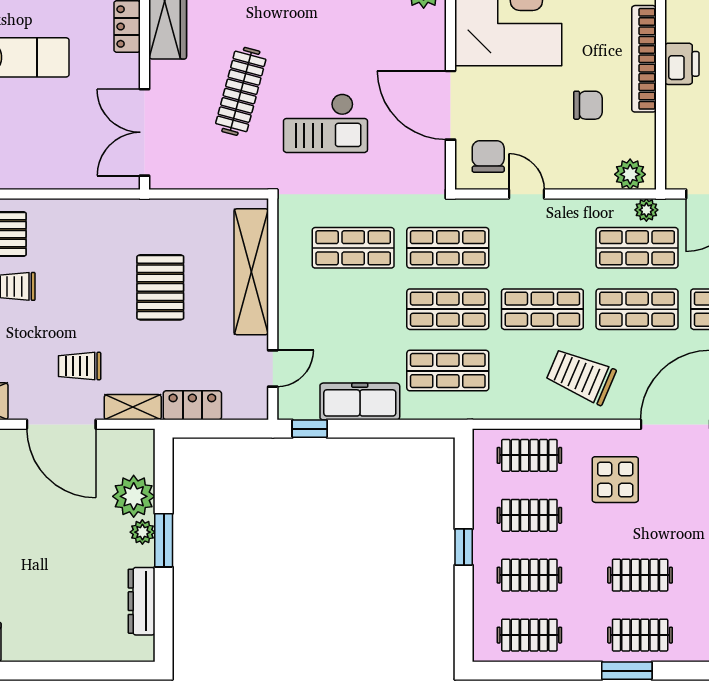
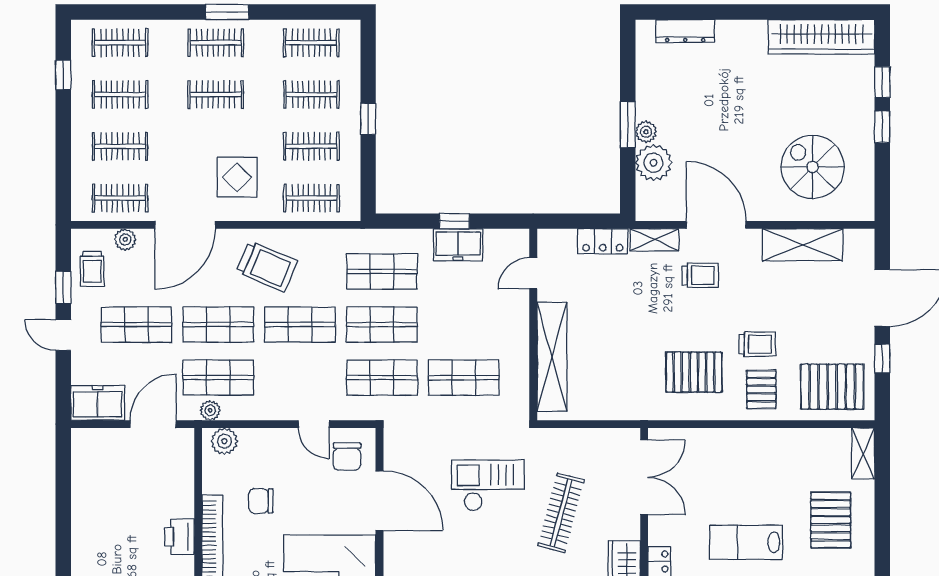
pallet: (160, 287) -> (694, 372), moved, turned 90
freezer: (360, 401) -> (458, 245), width x0.71
window: (310, 429) -> (454, 221), moved
dresser: (142, 601) -> (685, 31), moved, turned 90

